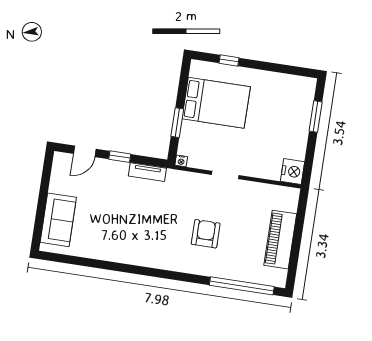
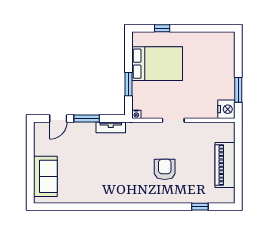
window: (316, 116) -> (238, 90), moved
window: (120, 157) -> (87, 118), width x1.50
window: (242, 286) -> (200, 207), width x0.32

